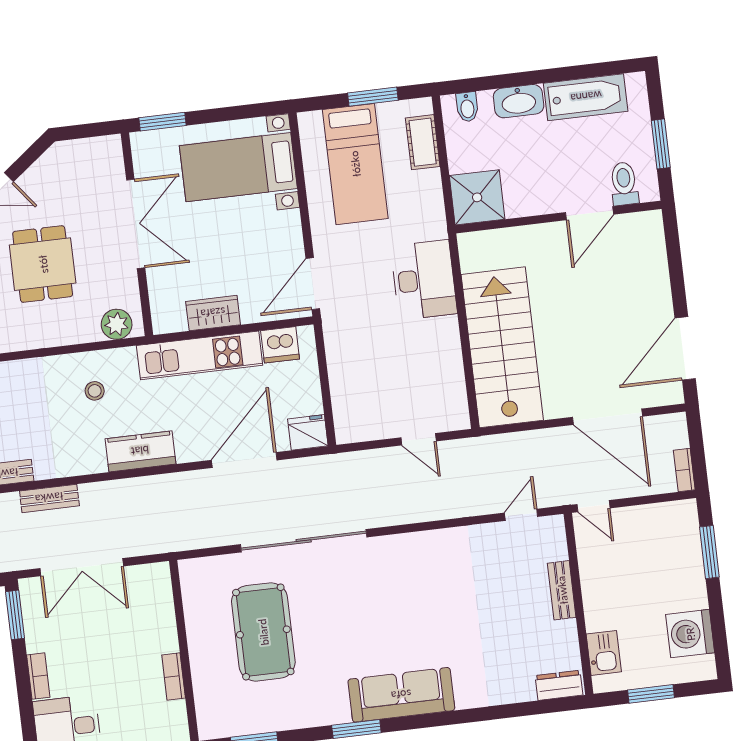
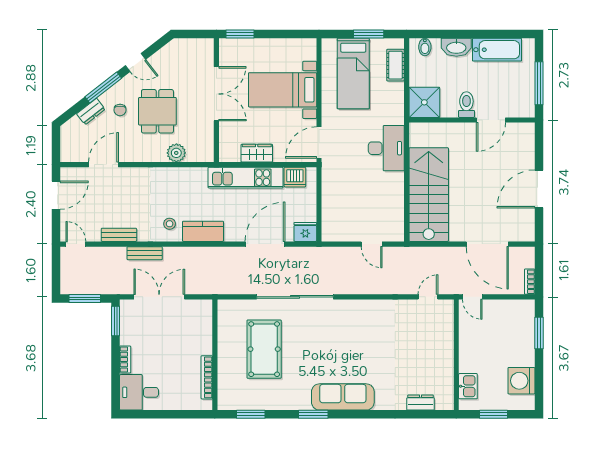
window: (661, 144) -> (539, 83), width x1.44
bed with nightstands: (238, 167) -> (283, 90), moved
toilet: (624, 184) -> (466, 105), moved
plant: (117, 324) -> (176, 153), moved
door: (685, 348) -> (539, 189), moved
stool: (95, 391) -> (170, 224), moved
double door: (82, 567) -> (159, 297), swing flipped
bench: (562, 590) -> (447, 345), removed
bookcase: (174, 677) -> (207, 377), width x1.56
dresser: (559, 685) -> (421, 403), moved

